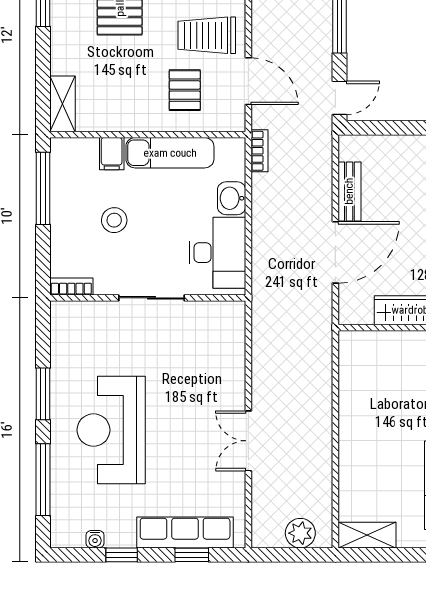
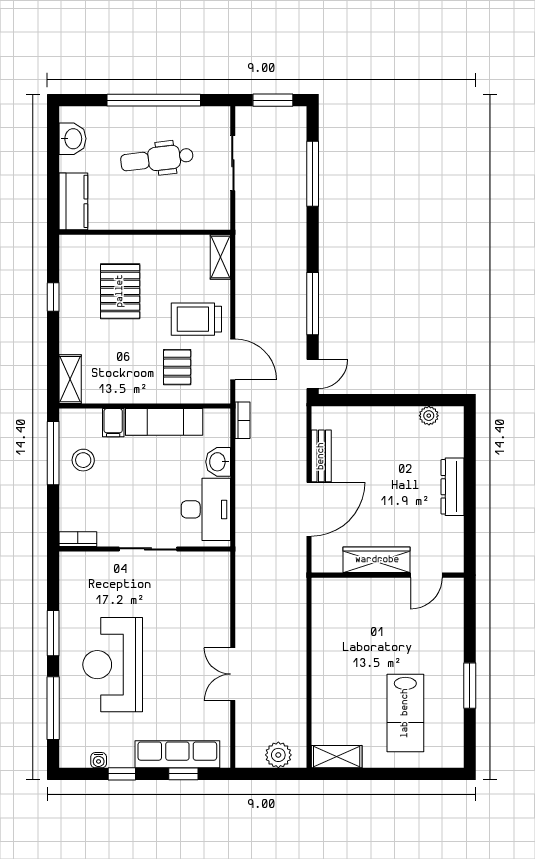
stool: (114, 220) -> (83, 460), moved

